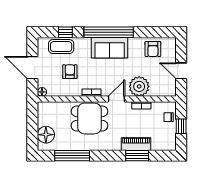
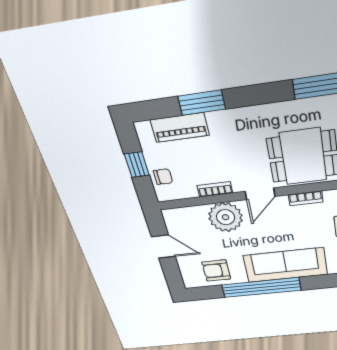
window: (109, 32) -> (261, 288), moved
sofa: (110, 48) -> (285, 265), width x1.36
armchair: (153, 49) -> (216, 271), turned -90
piano: (136, 144) -> (180, 128), moved

